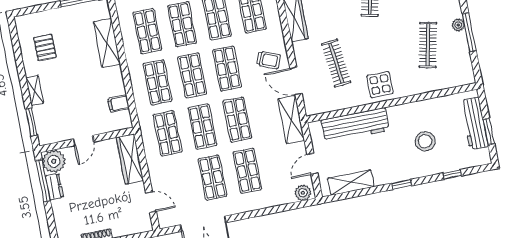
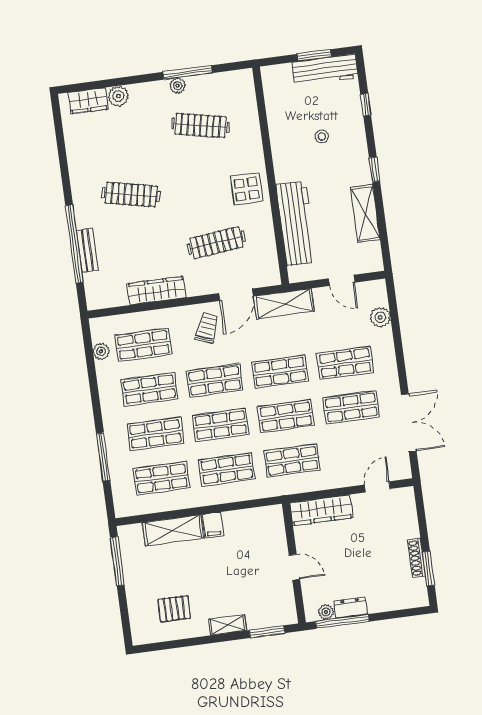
filing cabinet: (119, 104) -> (213, 525), moved
workbench: (474, 123) -> (325, 70), moved
stool: (425, 141) -> (322, 136), width x0.53, depth x0.53
plant: (54, 161) -> (326, 612), width x0.53, depth x0.53
shelving: (351, 182) -> (365, 213), moved
plant: (303, 193) -> (380, 317), moved

